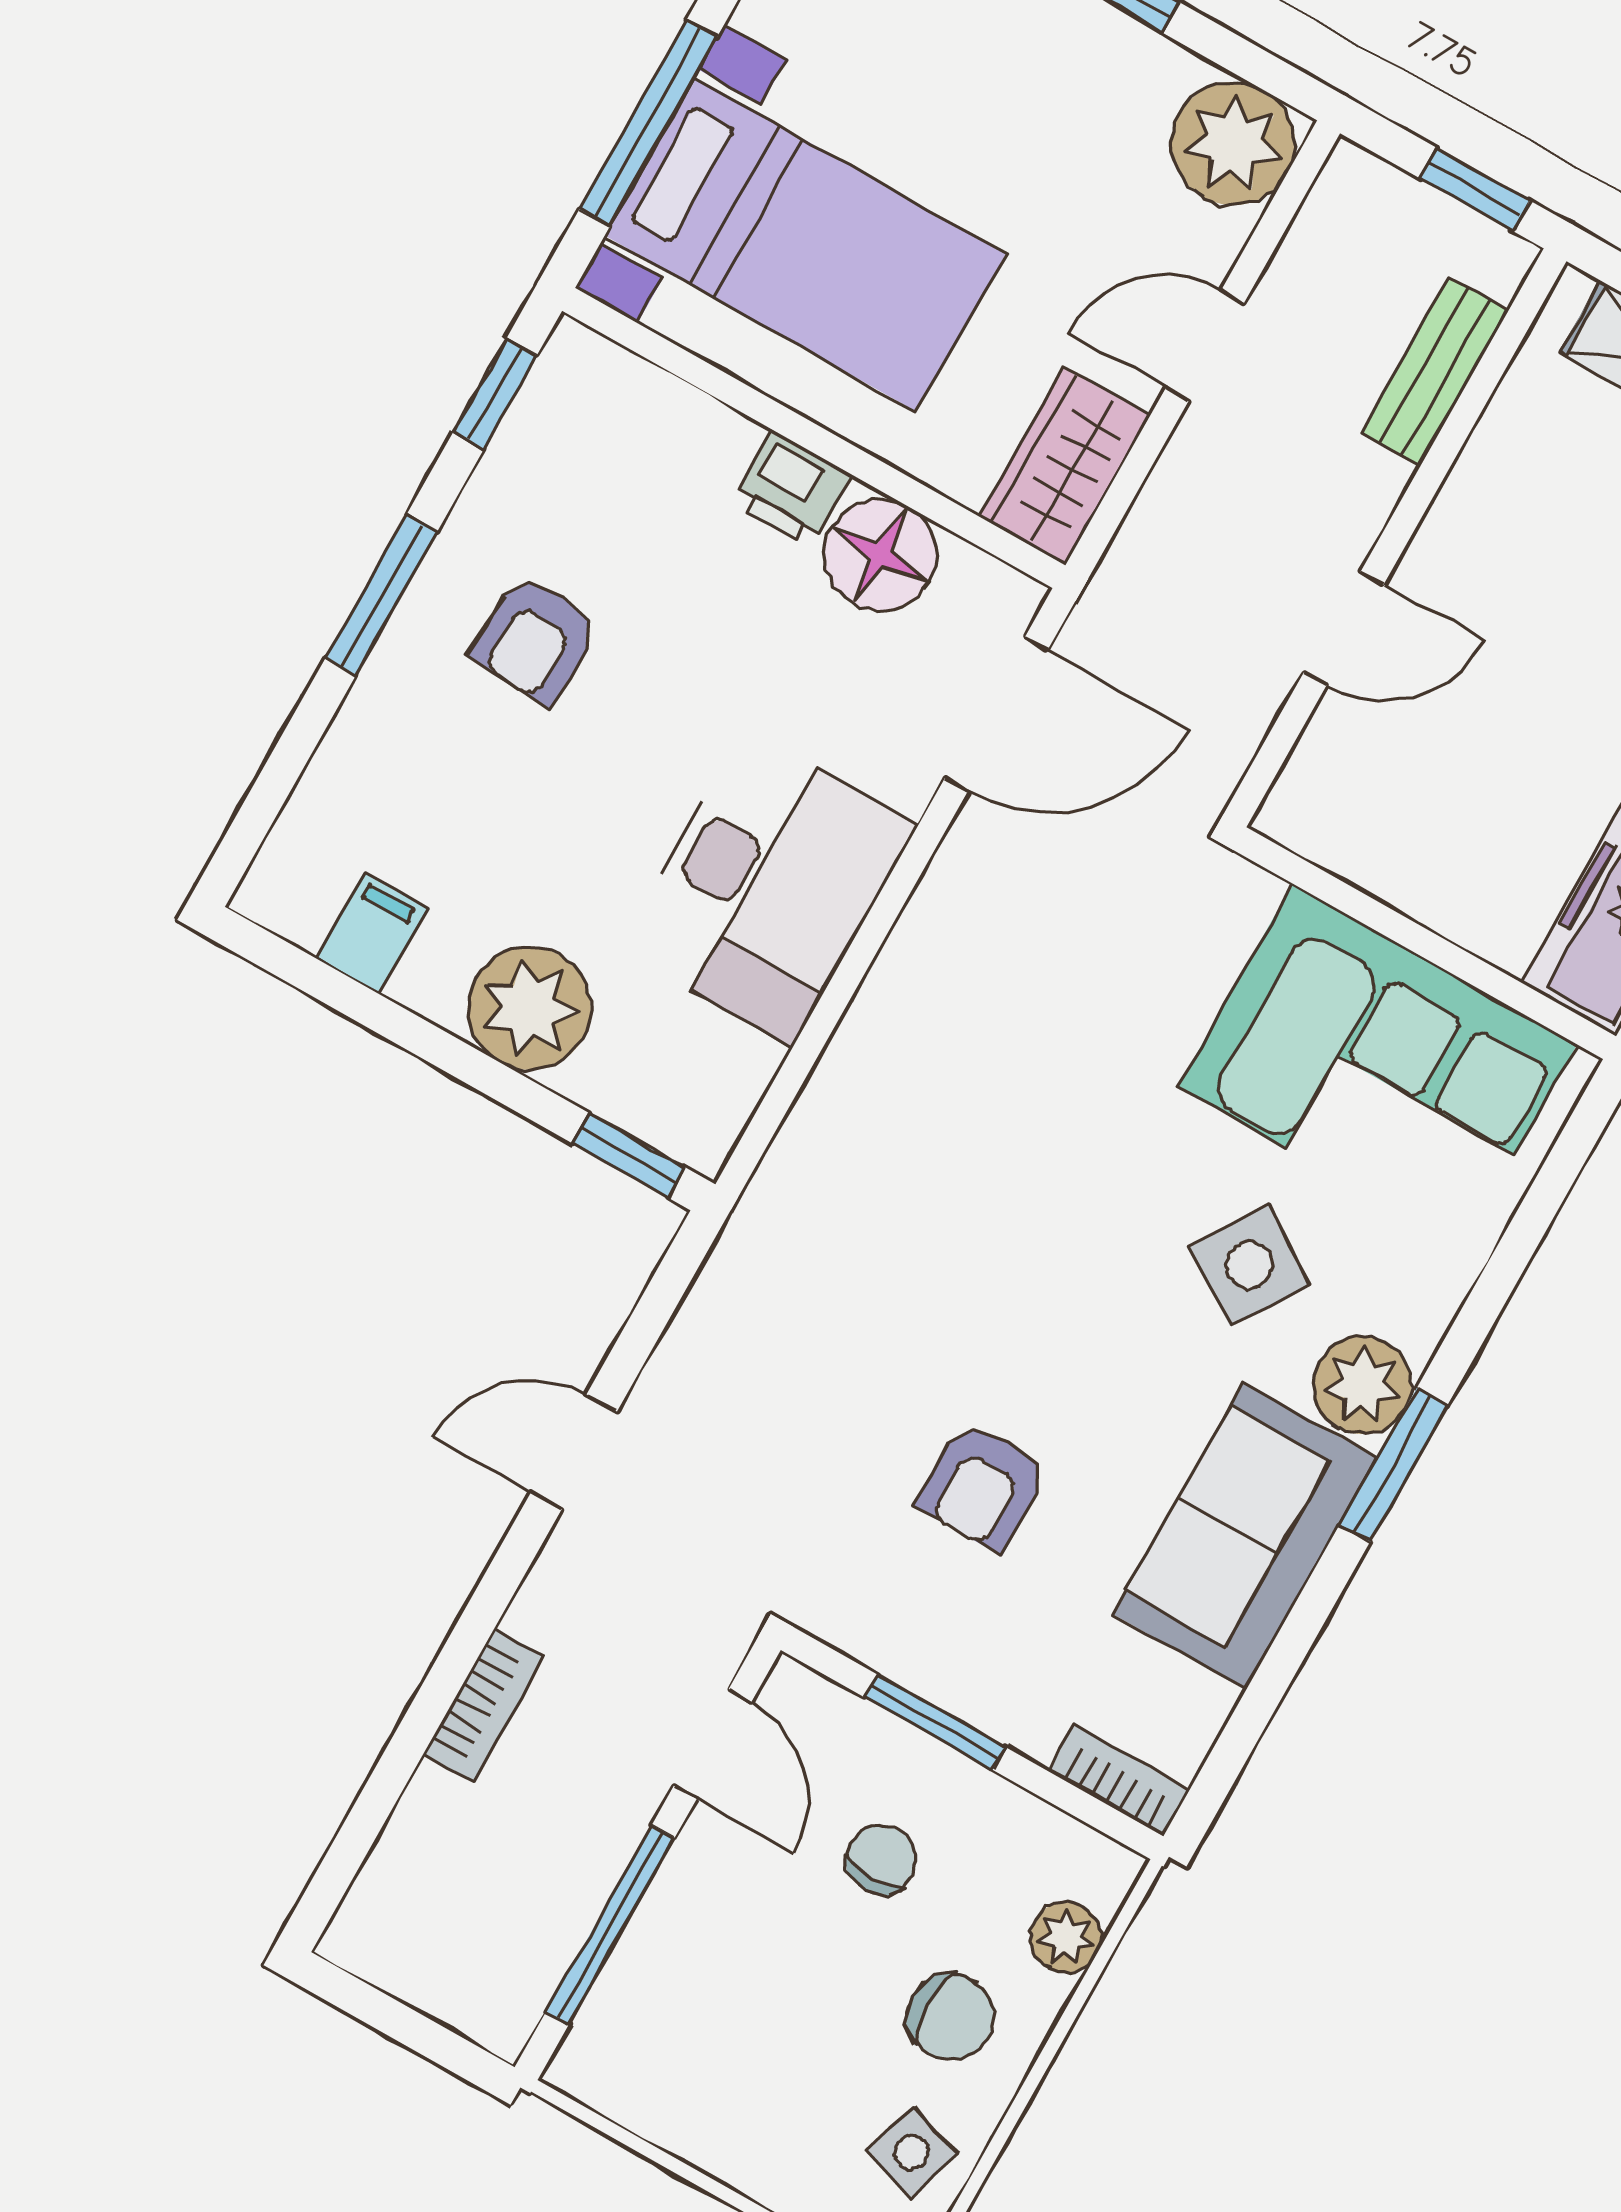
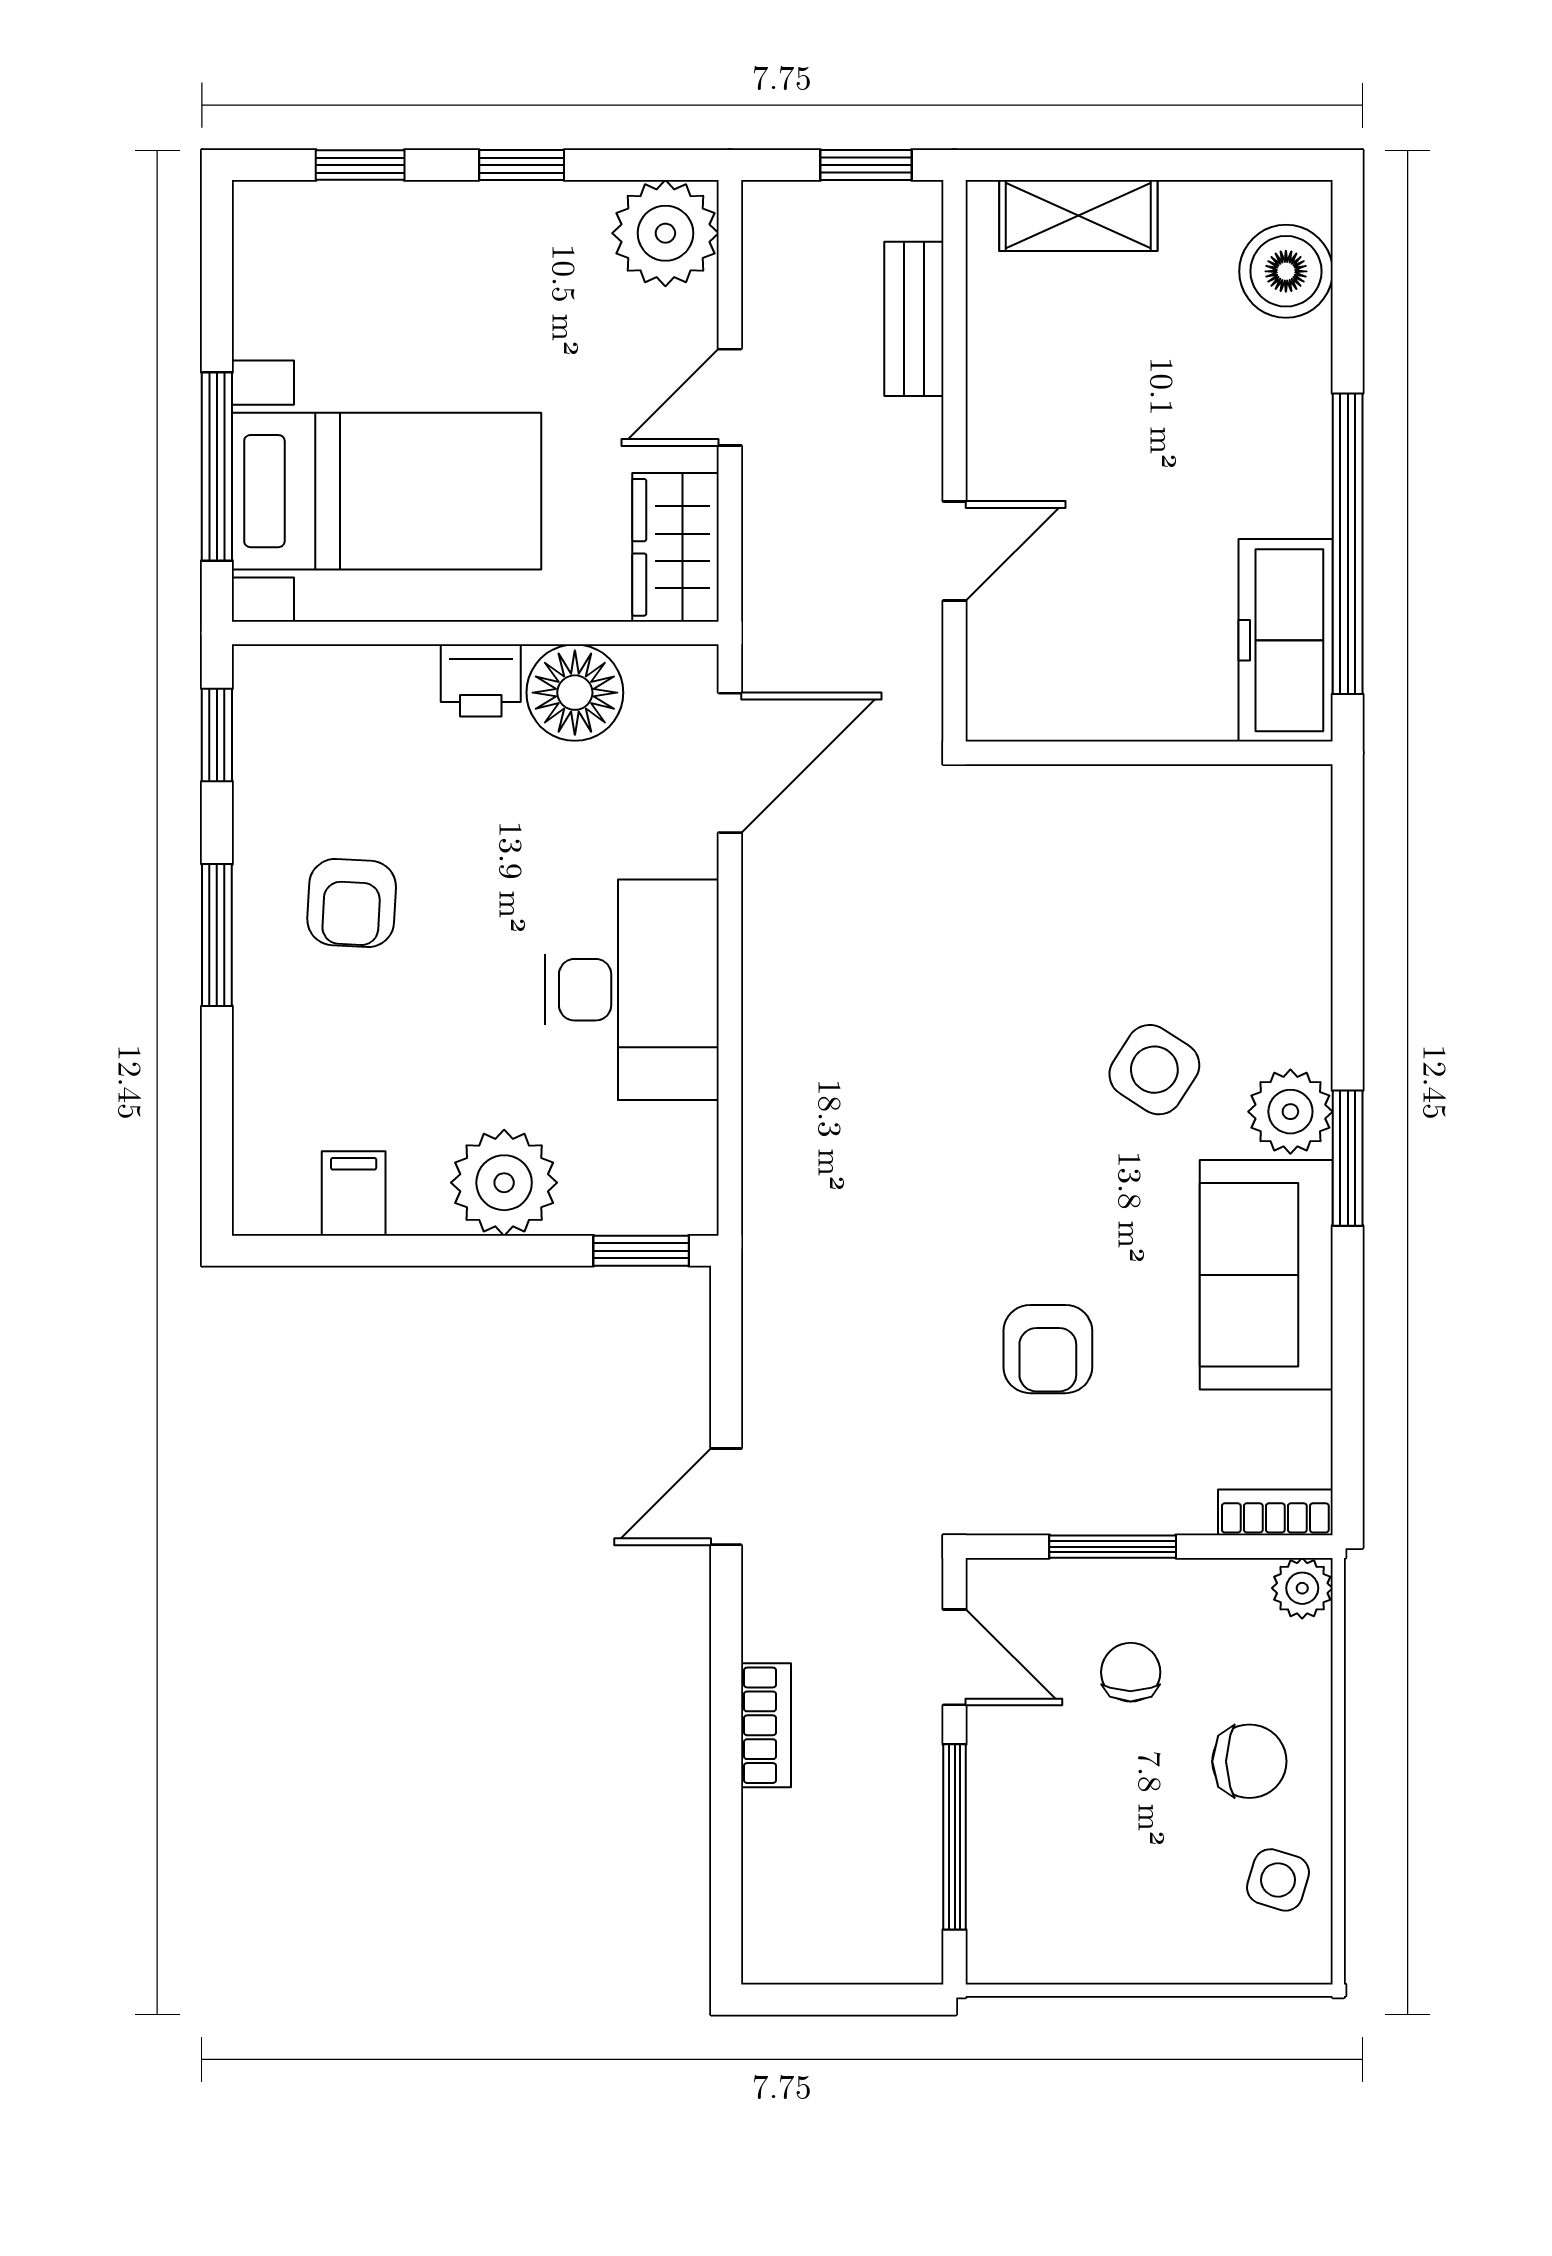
corner sofa: (1378, 1065) -> (1166, 865), removed
plant: (1066, 1937) -> (1302, 1588), moved

